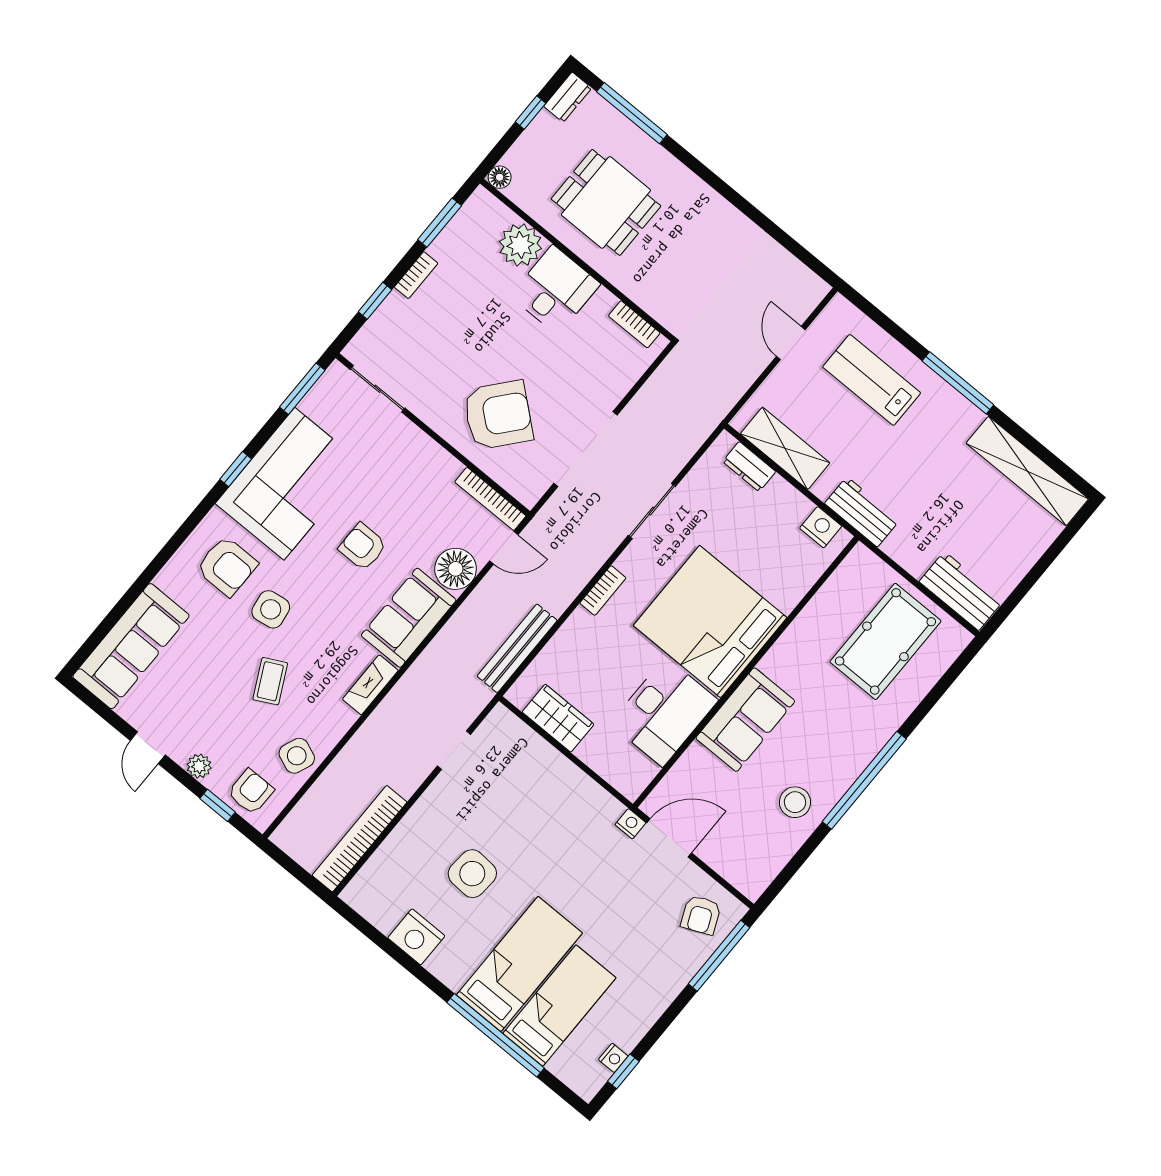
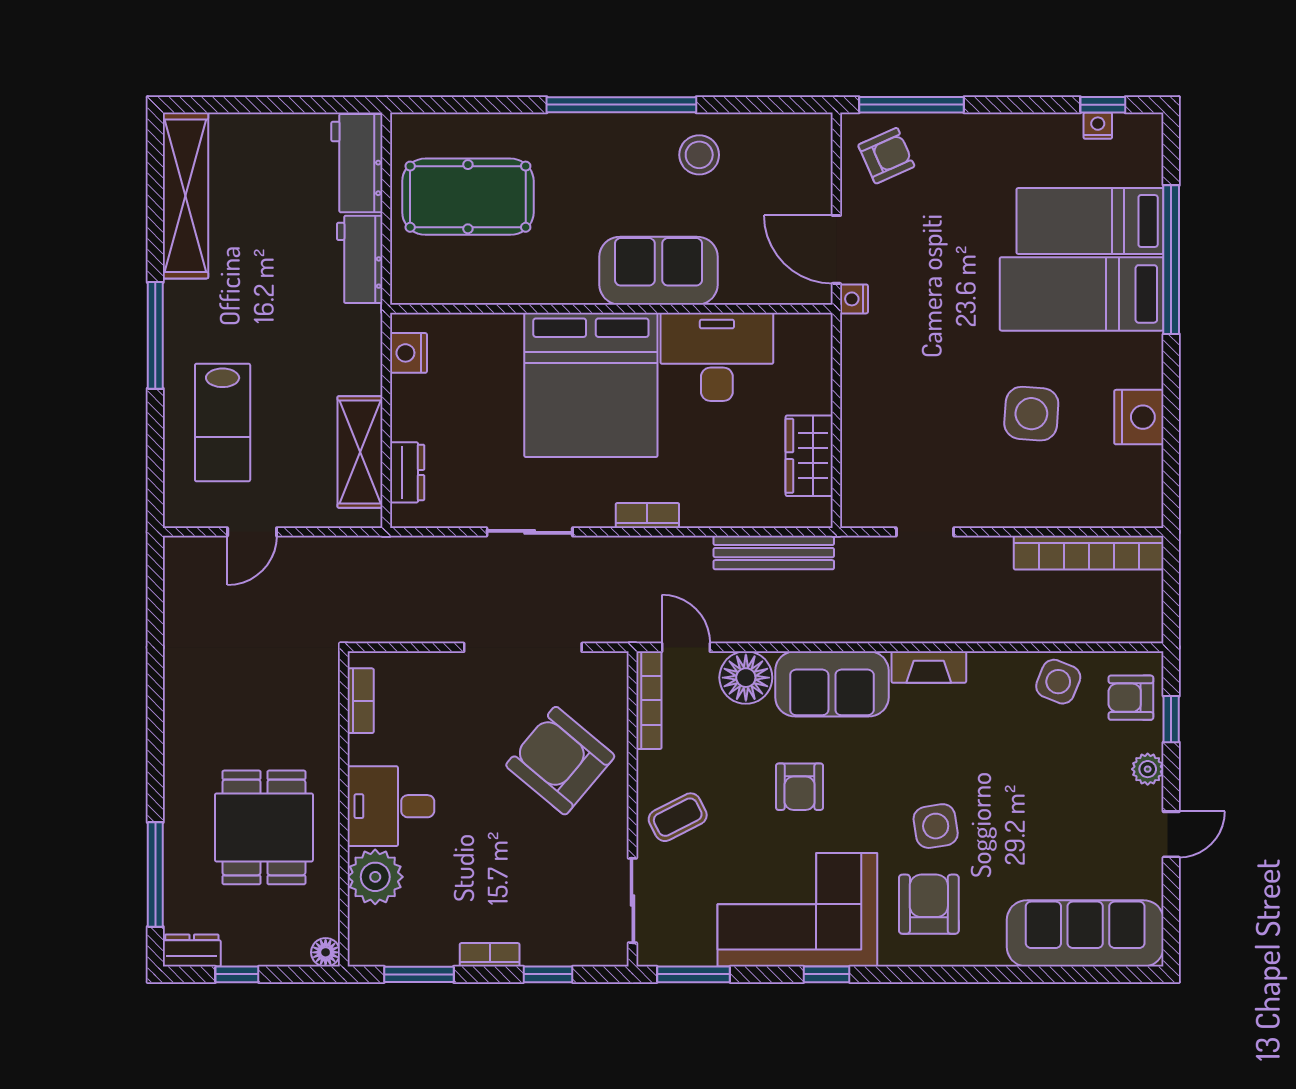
workbench: (862, 512) -> (360, 259), moved
coffee table: (270, 681) -> (678, 817), moved

